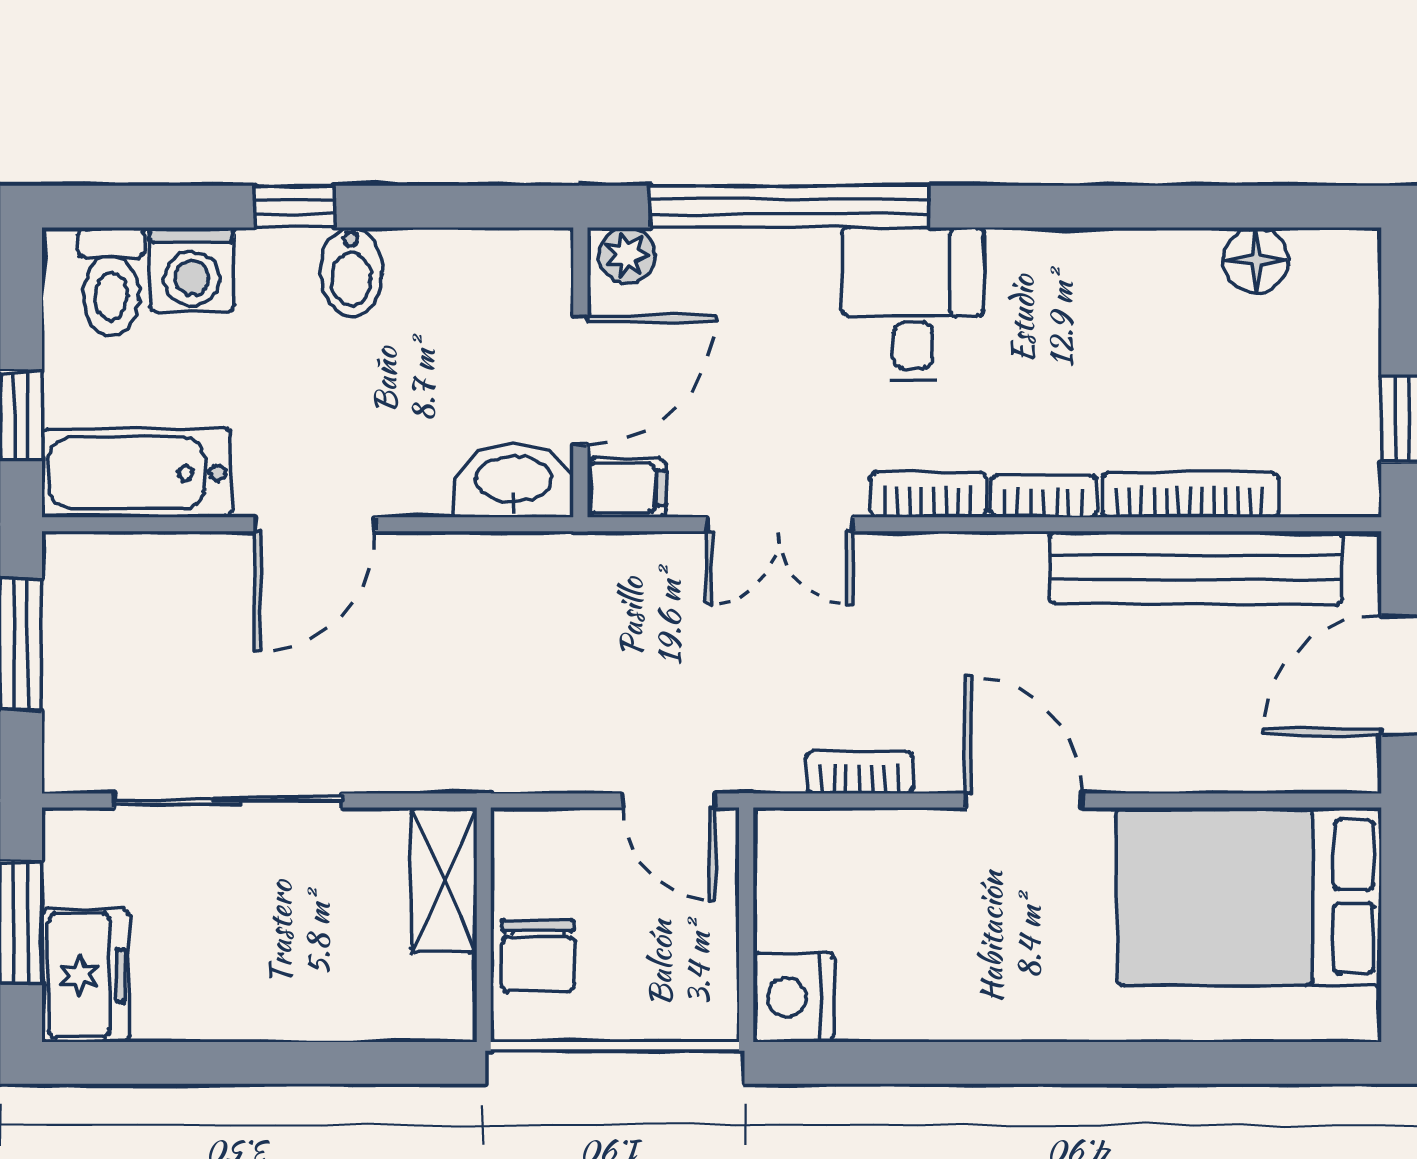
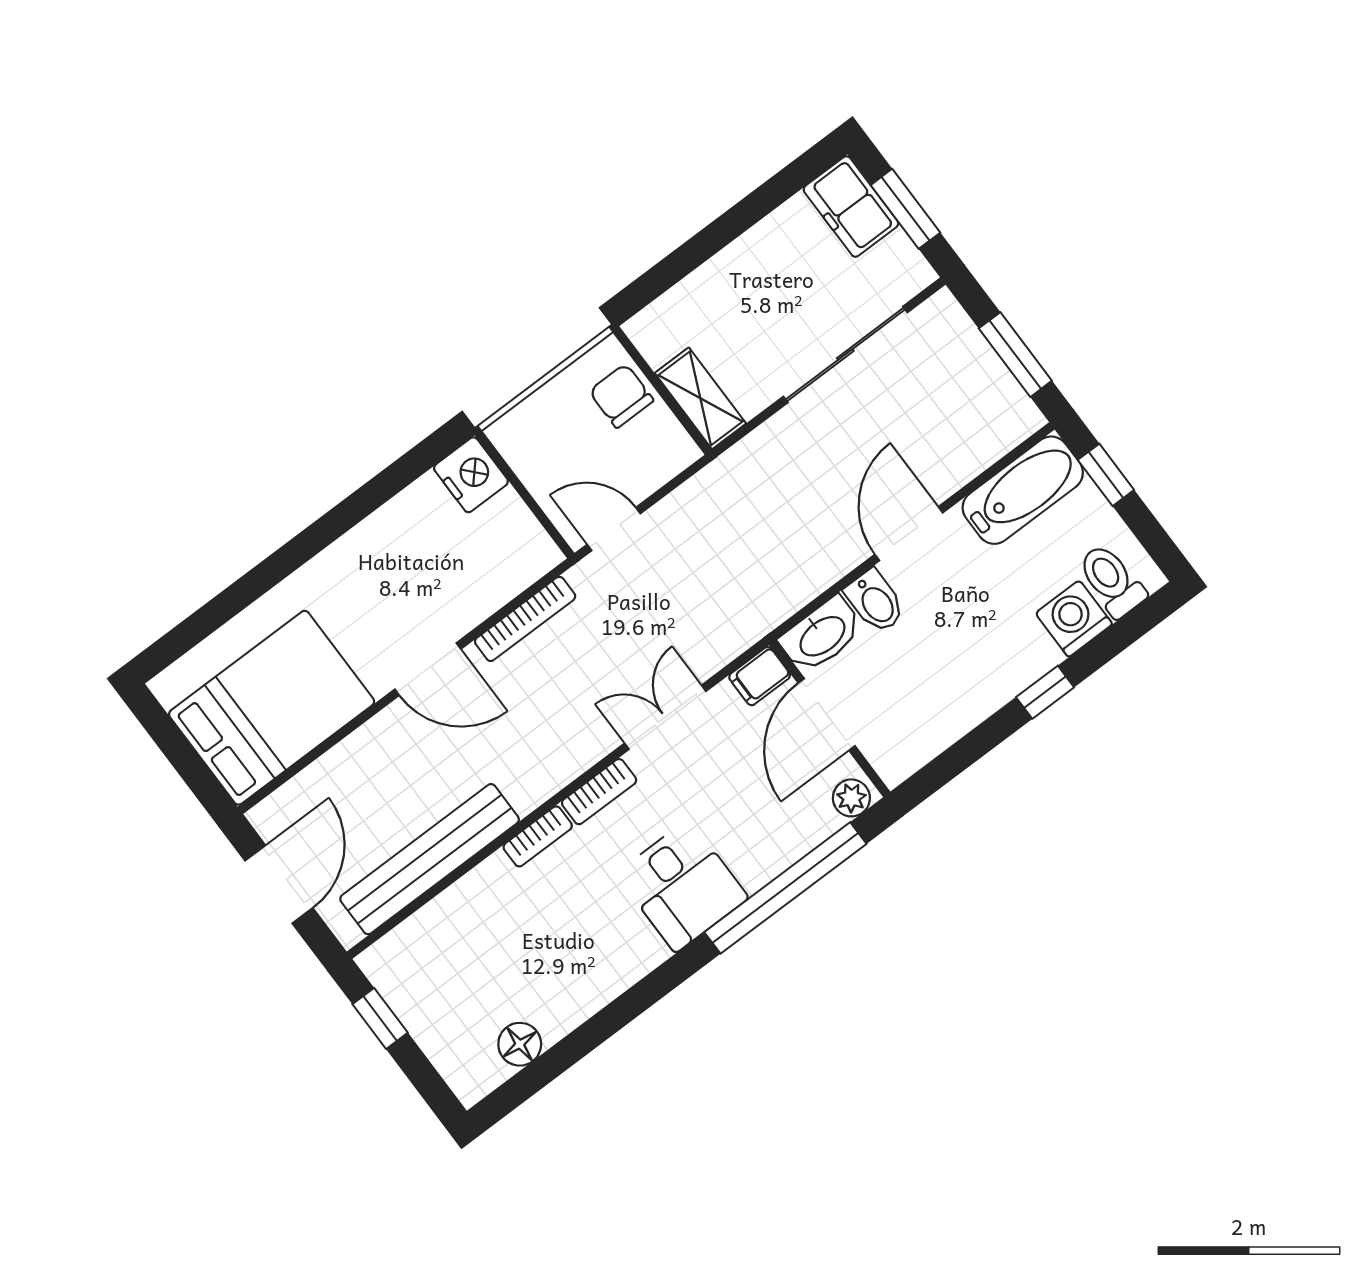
bidet: (351, 272) -> (875, 601), moved, turned 180
bookcase: (1190, 495) -> (461, 895), removed
bookcase: (860, 772) -> (525, 619), width x1.56

